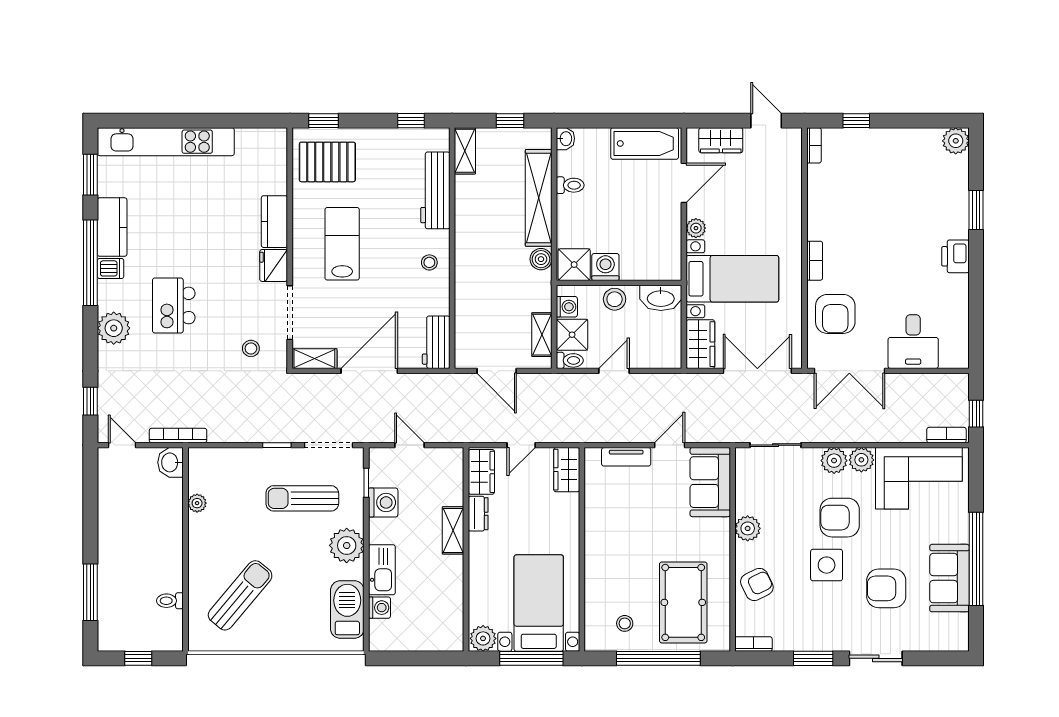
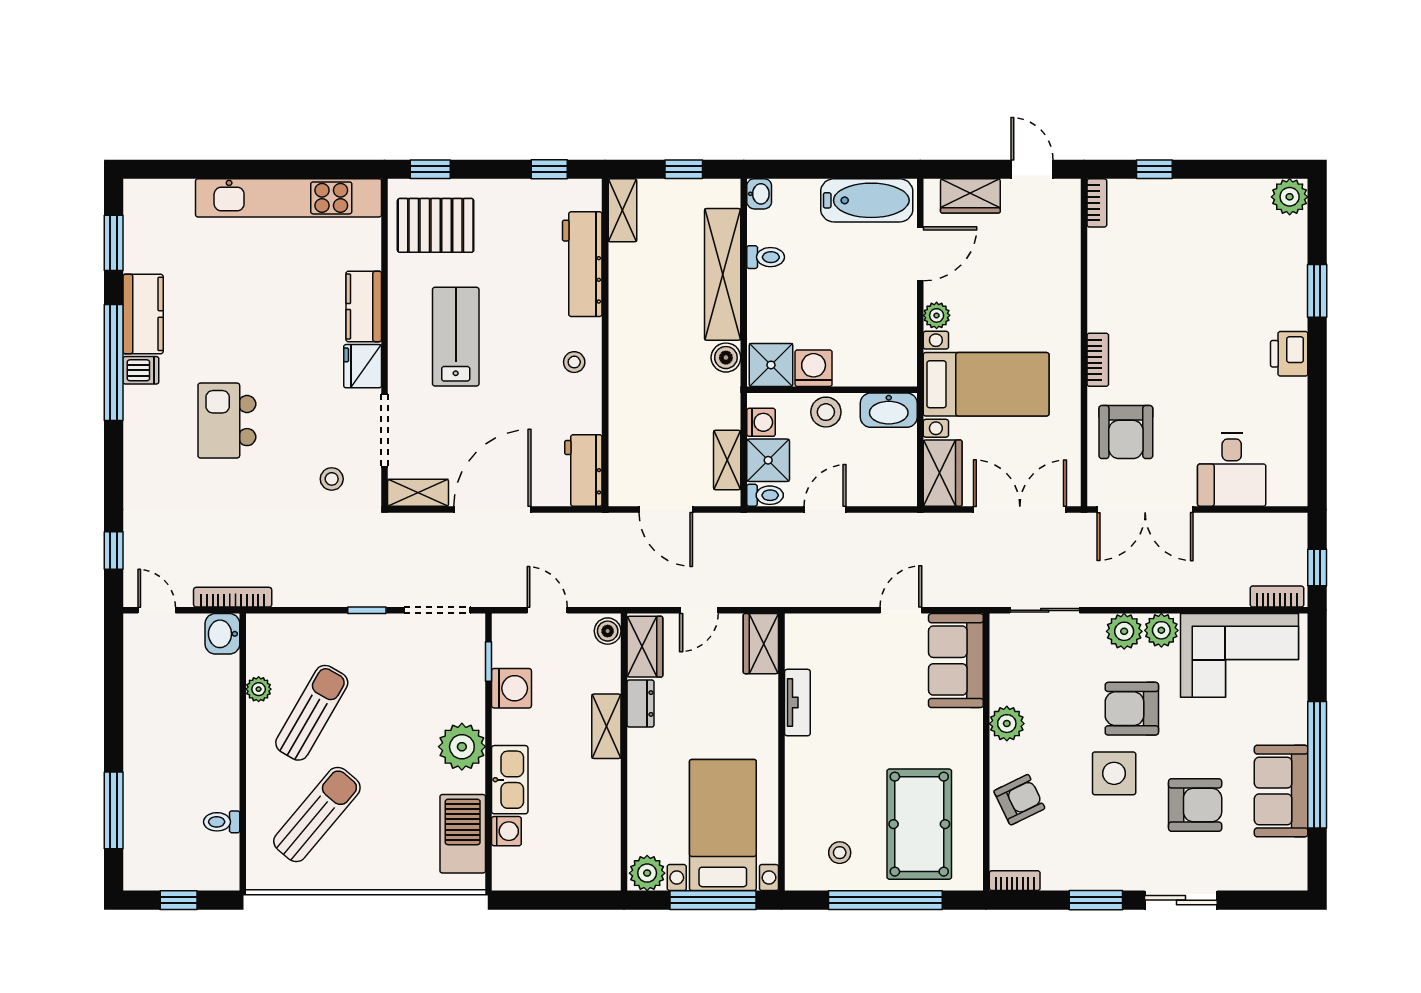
kitchen unit: (166, 142) -> (289, 198), moved
plant: (114, 328) -> (145, 451), removed
tv unit: (626, 457) -> (797, 703), moved, turned -90
boiler: (454, 460) -> (608, 631), added
sun lounger: (302, 498) -> (312, 713), moved, turned 120
armchair: (886, 588) -> (1195, 805), turned 180

